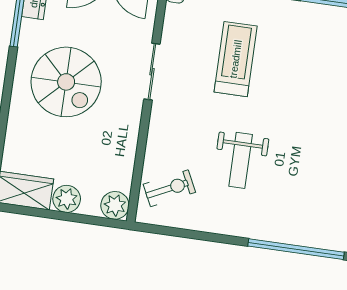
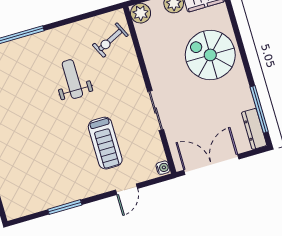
spiral stairs: (66, 82) -> (210, 55), moved

